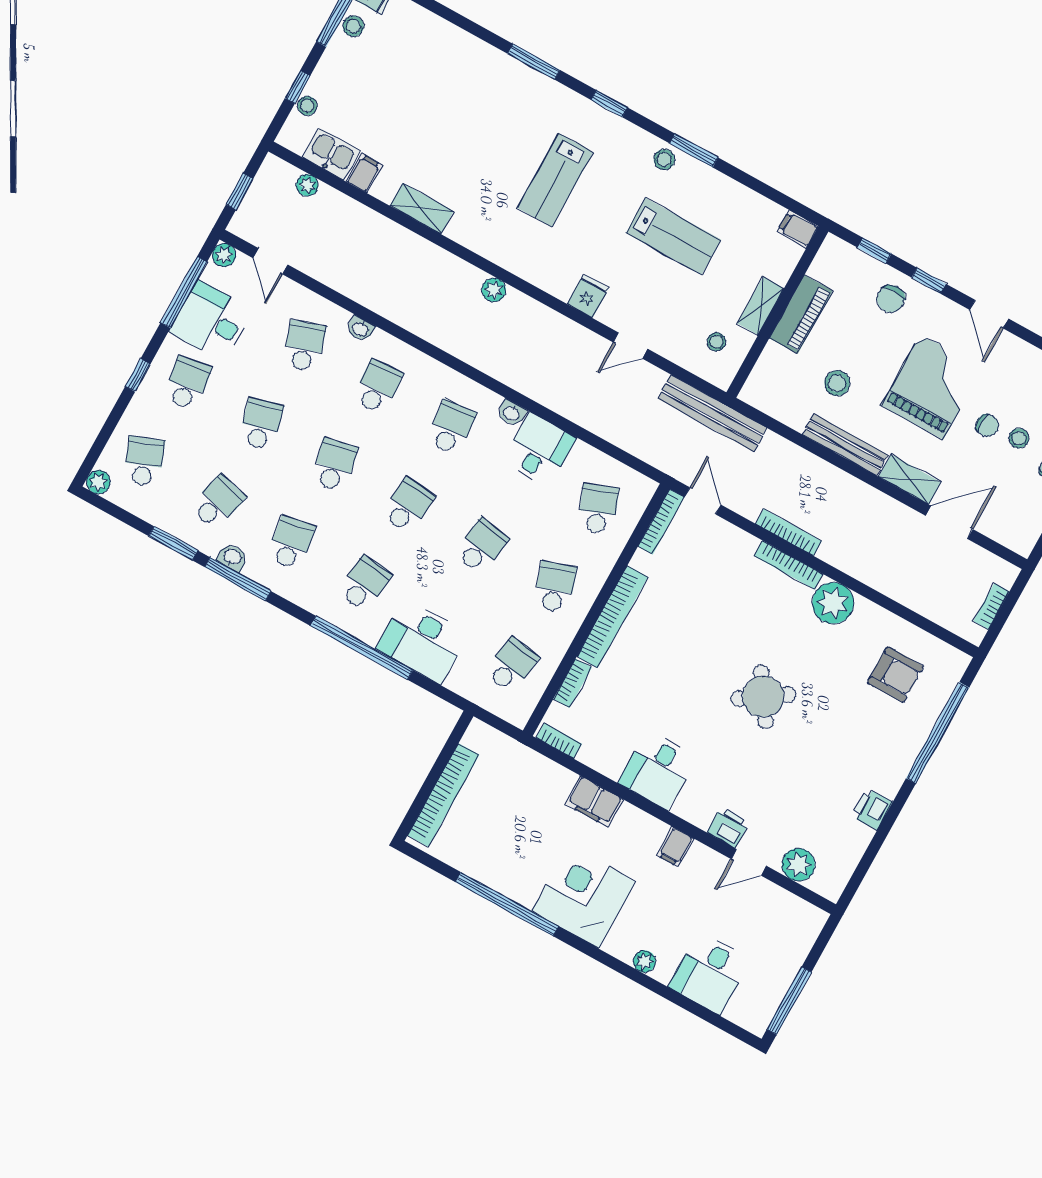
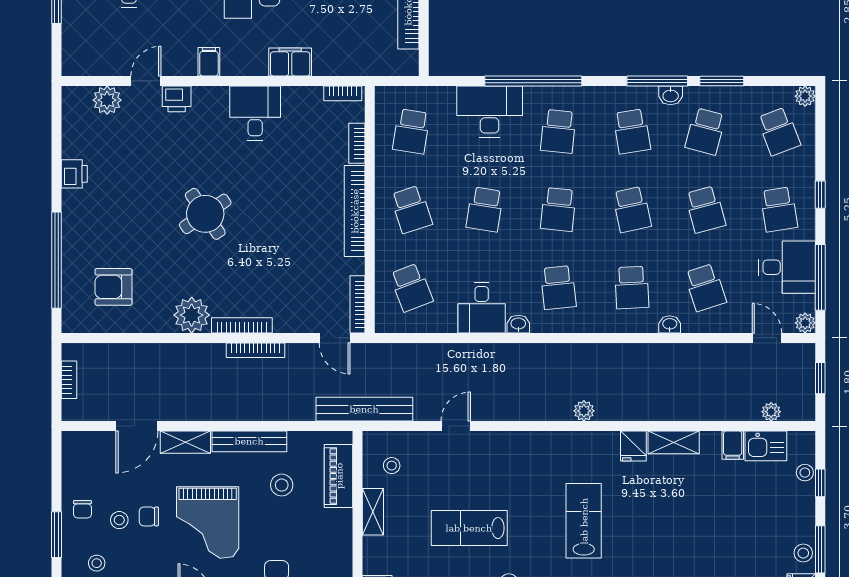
fridge: (588, 296) -> (633, 446), moved
piano: (801, 314) -> (339, 476), moved

